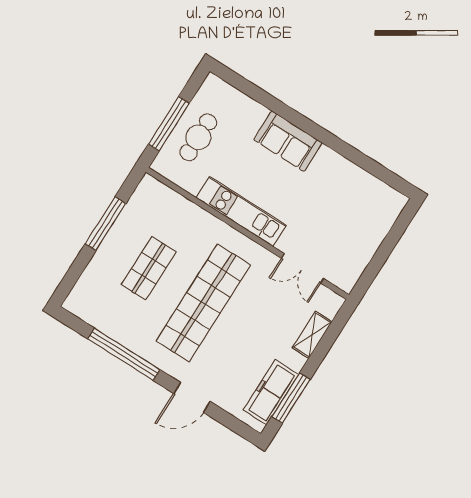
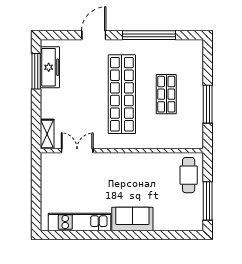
window: (169, 124) -> (208, 201), moved
cafe table: (198, 137) -> (189, 175), moved
kitchen unit: (241, 211) -> (80, 222), moved, turned 180
shelving: (312, 335) -> (47, 134), moved

